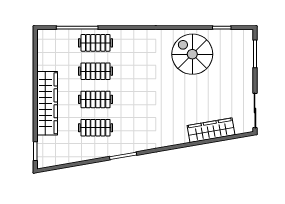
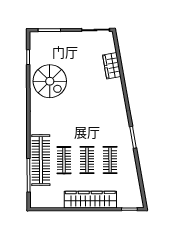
clothes rail: (96, 43) -> (41, 160), width x1.86, depth x1.31
spiral stairs: (192, 54) -> (50, 81), turned -90
wardrobe: (211, 130) -> (112, 66), width x0.67

